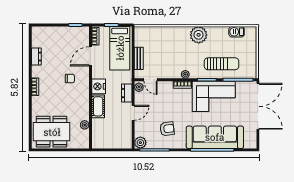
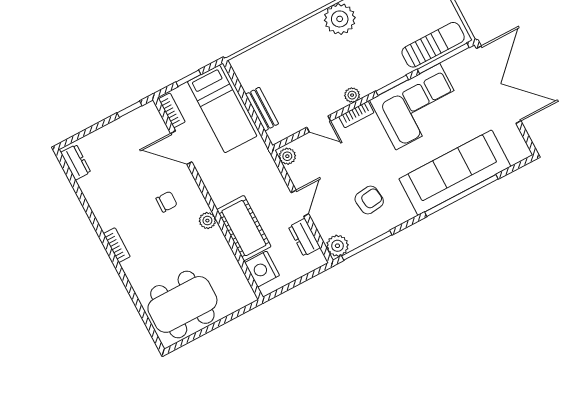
door: (90, 56) -> (181, 148), hinge flipped
dresser: (36, 57) -> (76, 162), moved
sun lounger: (222, 64) -> (433, 45), moved
door: (151, 80) -> (319, 124), moved
nightstand: (99, 86) -> (262, 269), moved
dresser: (127, 93) -> (304, 237), moved
cot: (98, 106) -> (244, 228), width x1.37, depth x1.34
plant: (85, 125) -> (207, 221), moved

